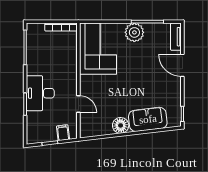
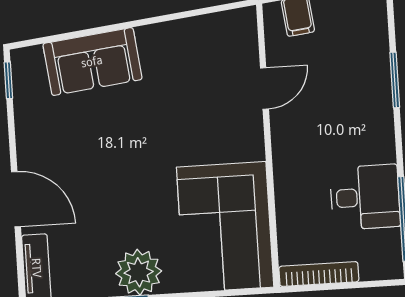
desk: (40, 93) -> (365, 197), moved, width x0.73
door: (78, 104) -> (264, 88), swing flipped
floor lamp: (121, 125) -> (158, 43), removed

